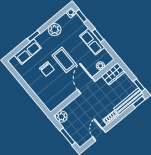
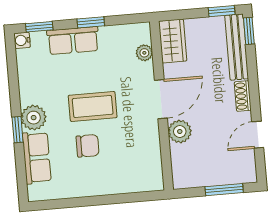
plant: (55, 30) -> (34, 118), moved
row of seats: (92, 42) -> (73, 40), moved
door: (86, 86) -> (161, 99), swing flipped
plant: (61, 117) -> (180, 131), moved
door: (99, 135) -> (258, 135), hinge flipped

